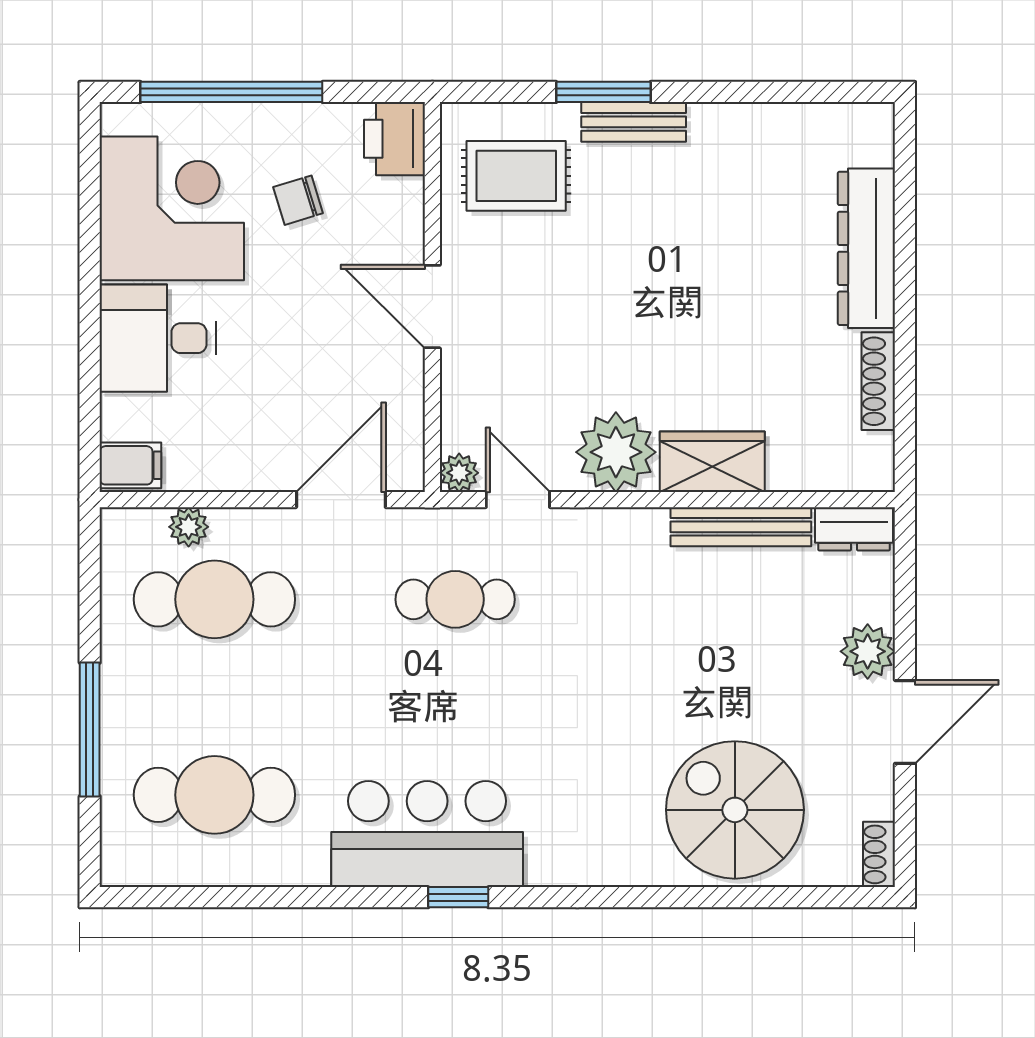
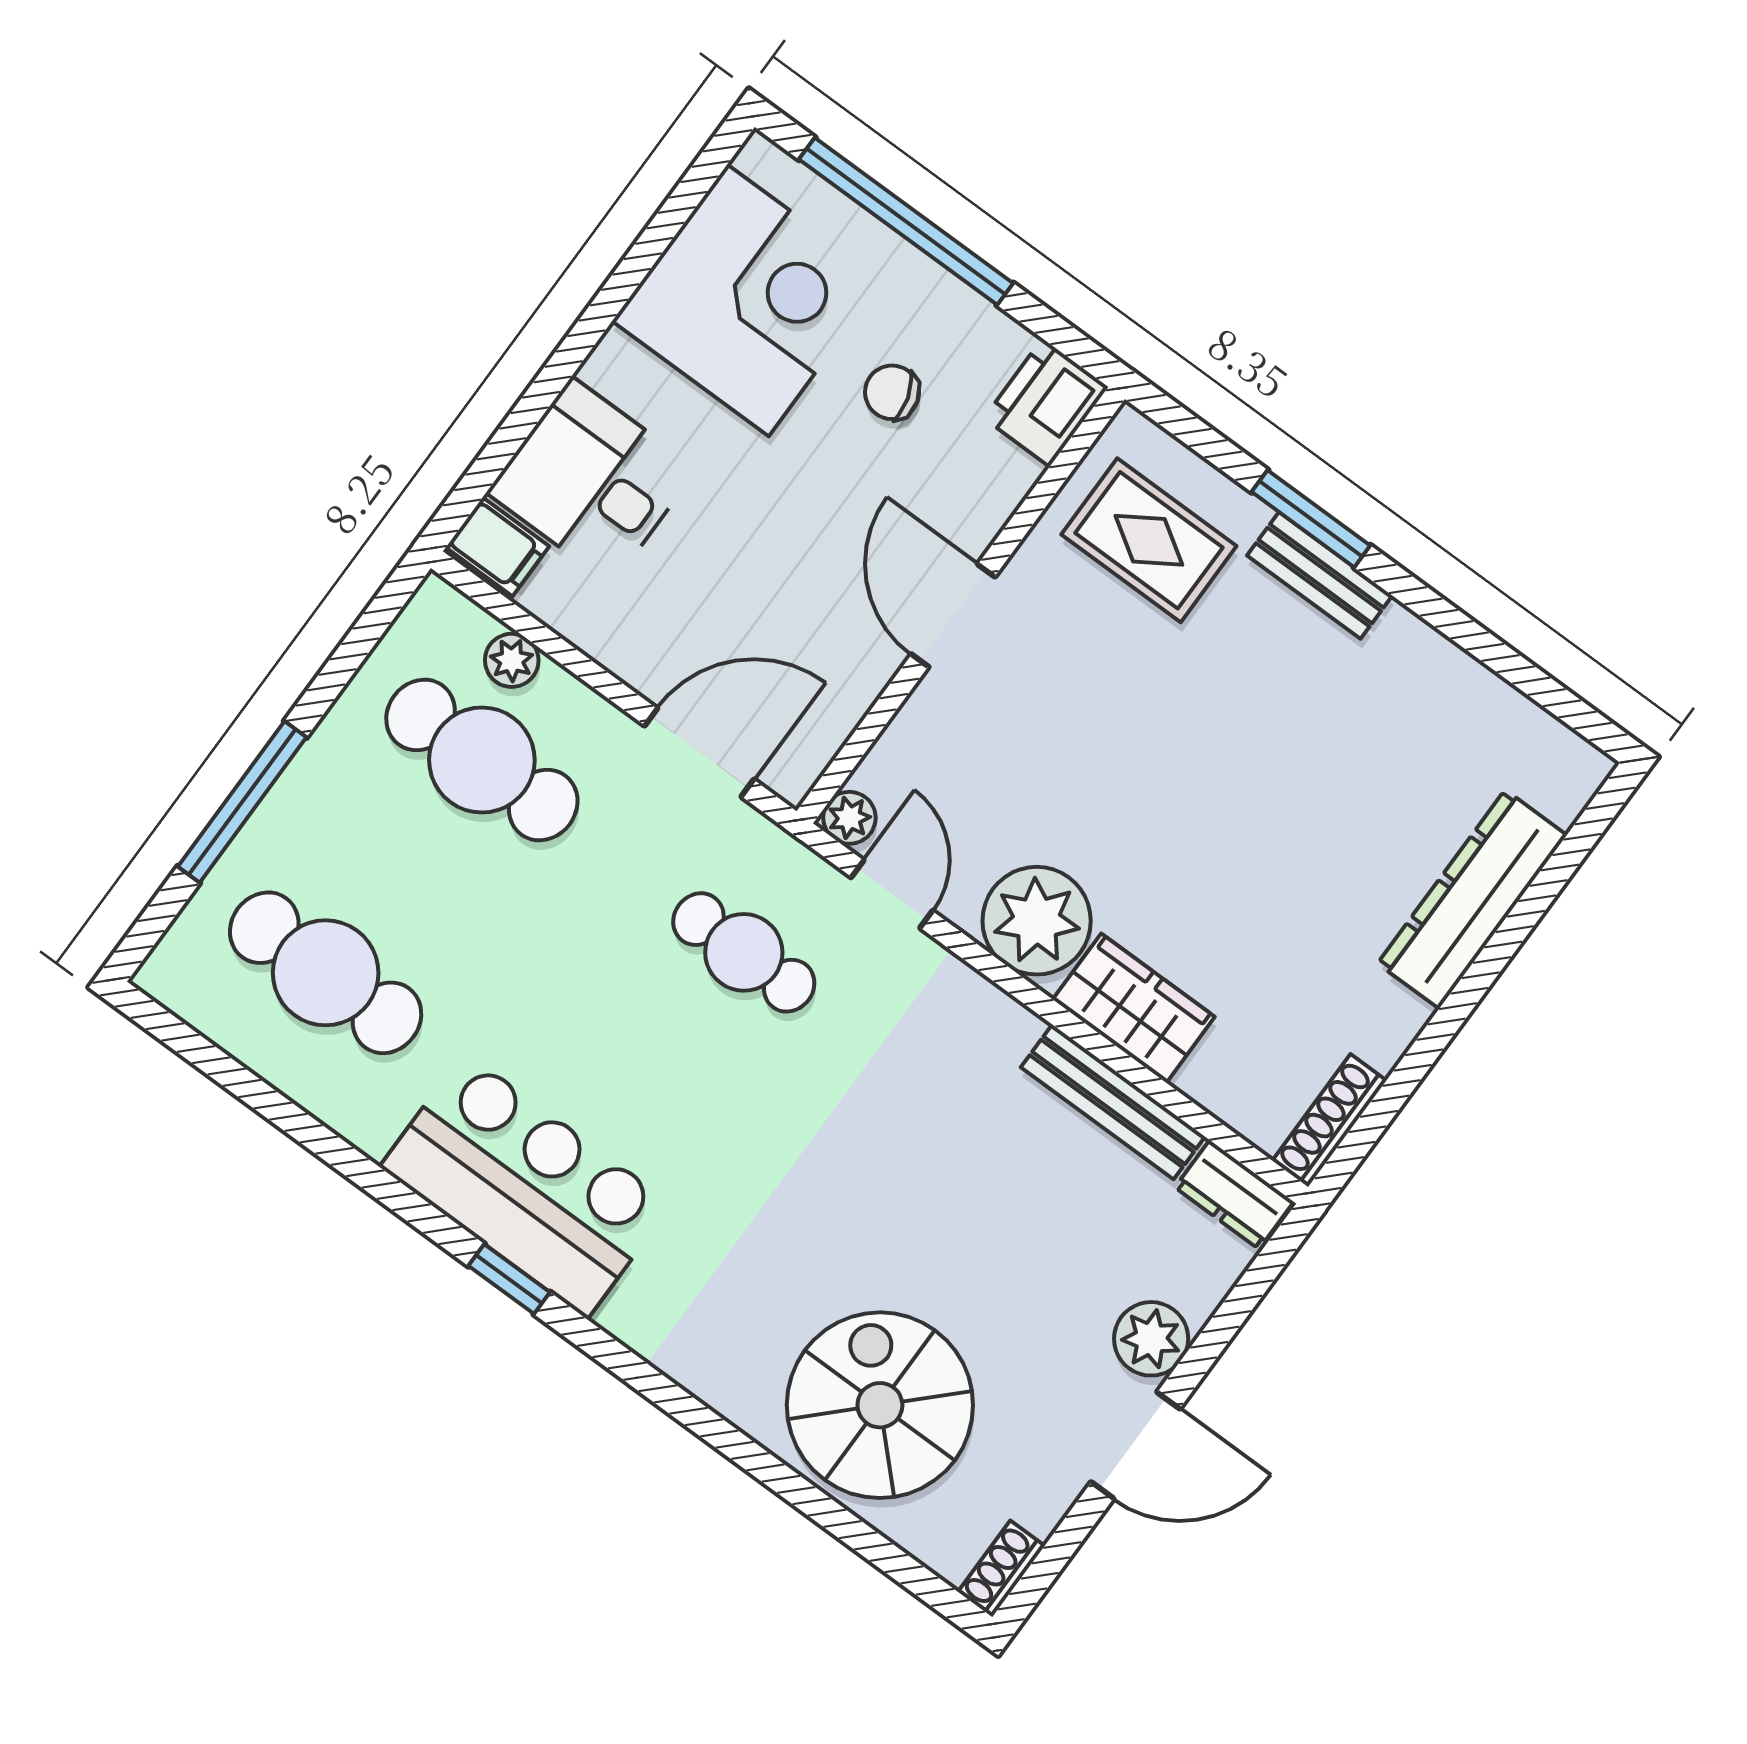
desk: (158, 338) -> (592, 481), moved
shoe rack: (878, 381) -> (1329, 1121), moved

